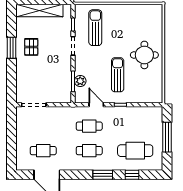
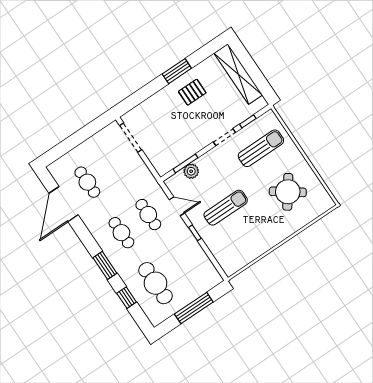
round table: (144, 55) -> (288, 192), moved, turned 36
door: (96, 105) -> (177, 206), hinge flipped

